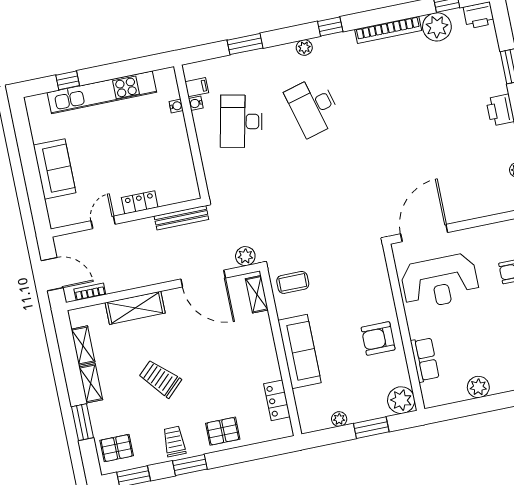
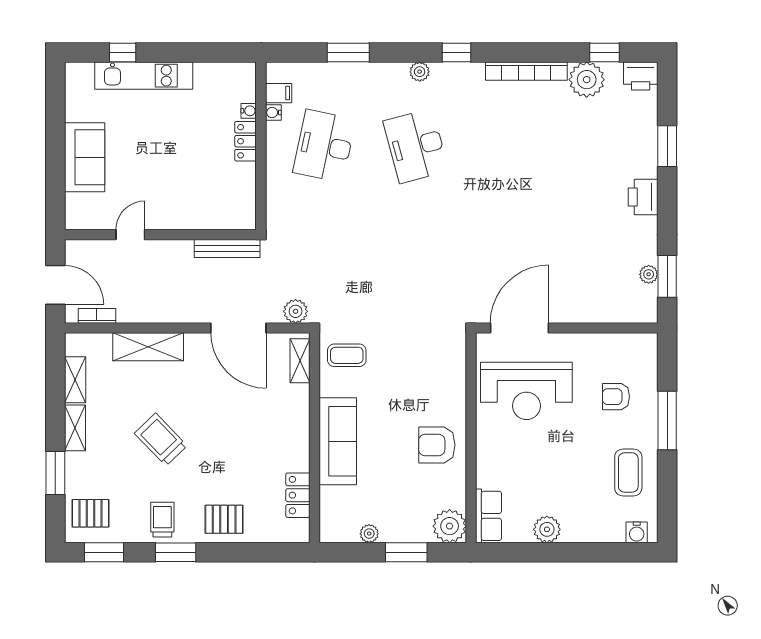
kitchen unit: (102, 92) -> (144, 76), width x0.73
locker: (140, 202) -> (246, 141), moved, turned -90
row of seats: (425, 360) -> (489, 516), moved

